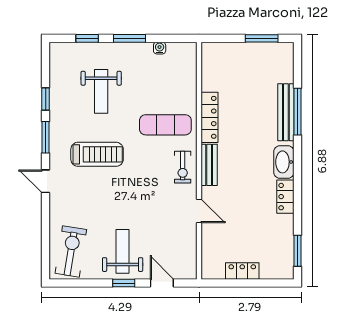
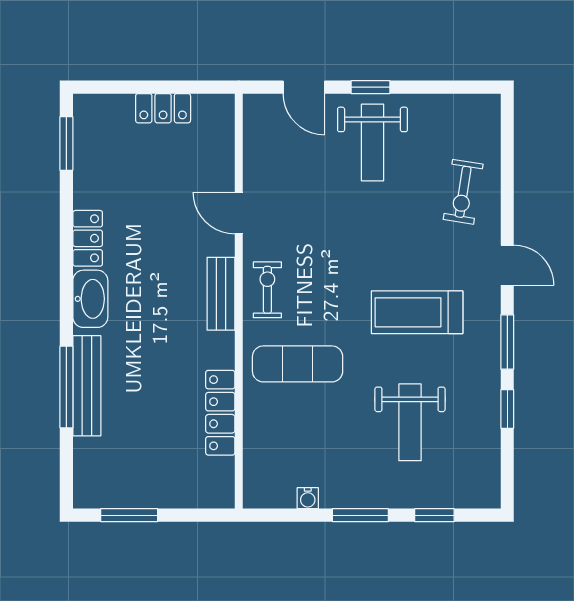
weight bench: (101, 91) -> (410, 422), turned 180
locker: (210, 117) -> (220, 413), moved
exercise bike: (71, 251) -> (463, 192), moved, width x0.73, depth x0.72

